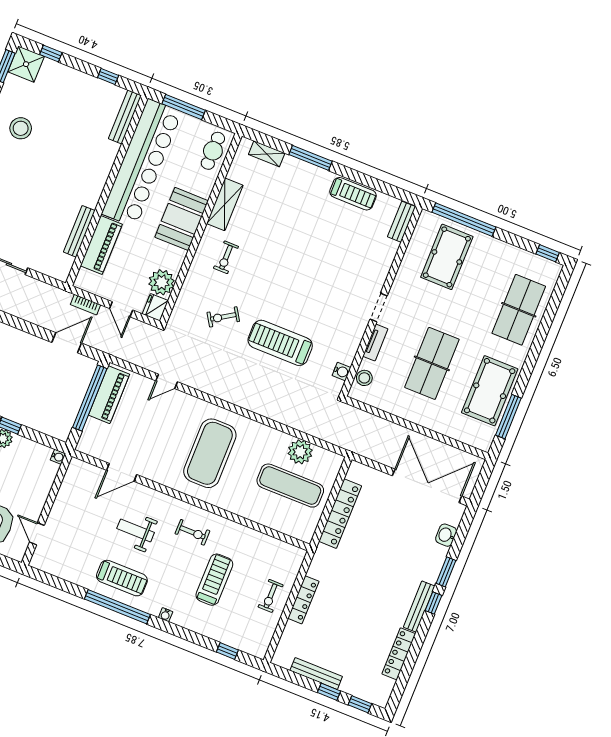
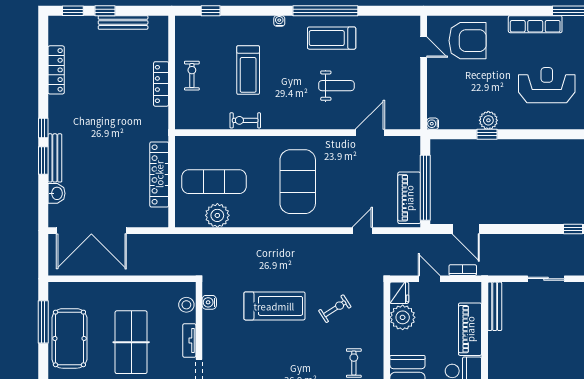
bench: (79, 231) -> (495, 306), moved
door: (67, 343) -> (466, 229), hinge flipped
exercise bike: (192, 532) -> (245, 120), moved
bench: (419, 607) -> (55, 158), moved

